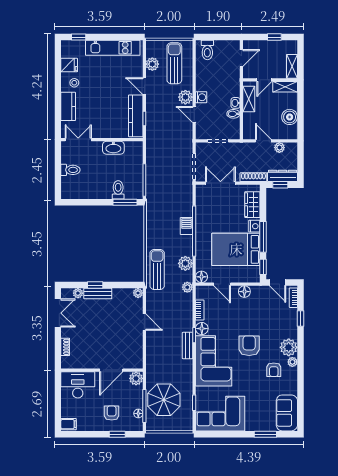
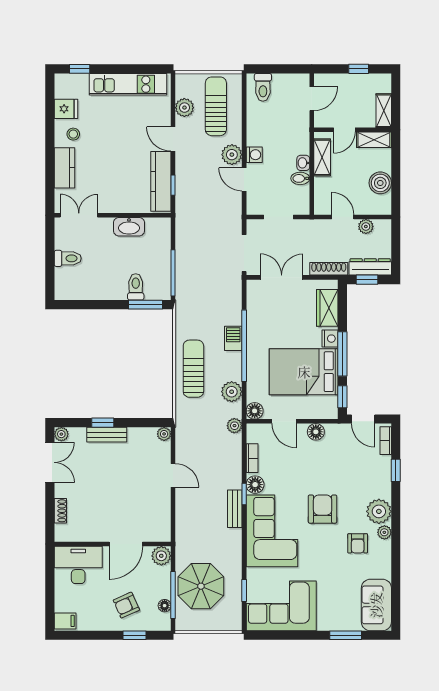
sun lounger: (157, 270) -> (193, 369), moved
plant: (78, 293) -> (61, 434), moved
armchair: (112, 413) -> (126, 605), turned -114

